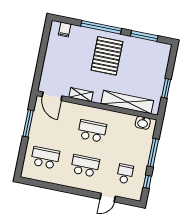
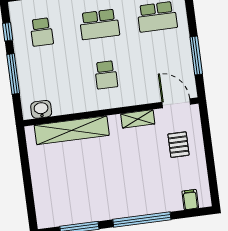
pallet: (107, 56) -> (178, 145), moved, width x0.49, depth x0.50
window: (166, 88) -> (25, 167), removed
school desk: (92, 131) -> (106, 75), width x0.54

